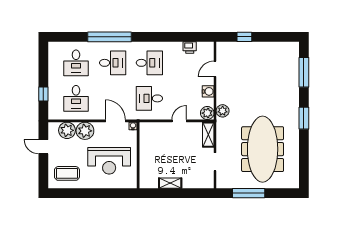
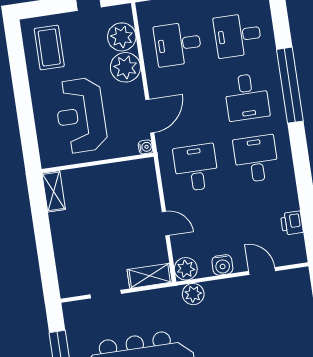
desk: (149, 63) -> (256, 159), turned 180
shelving: (170, 183) -> (54, 191), moved

